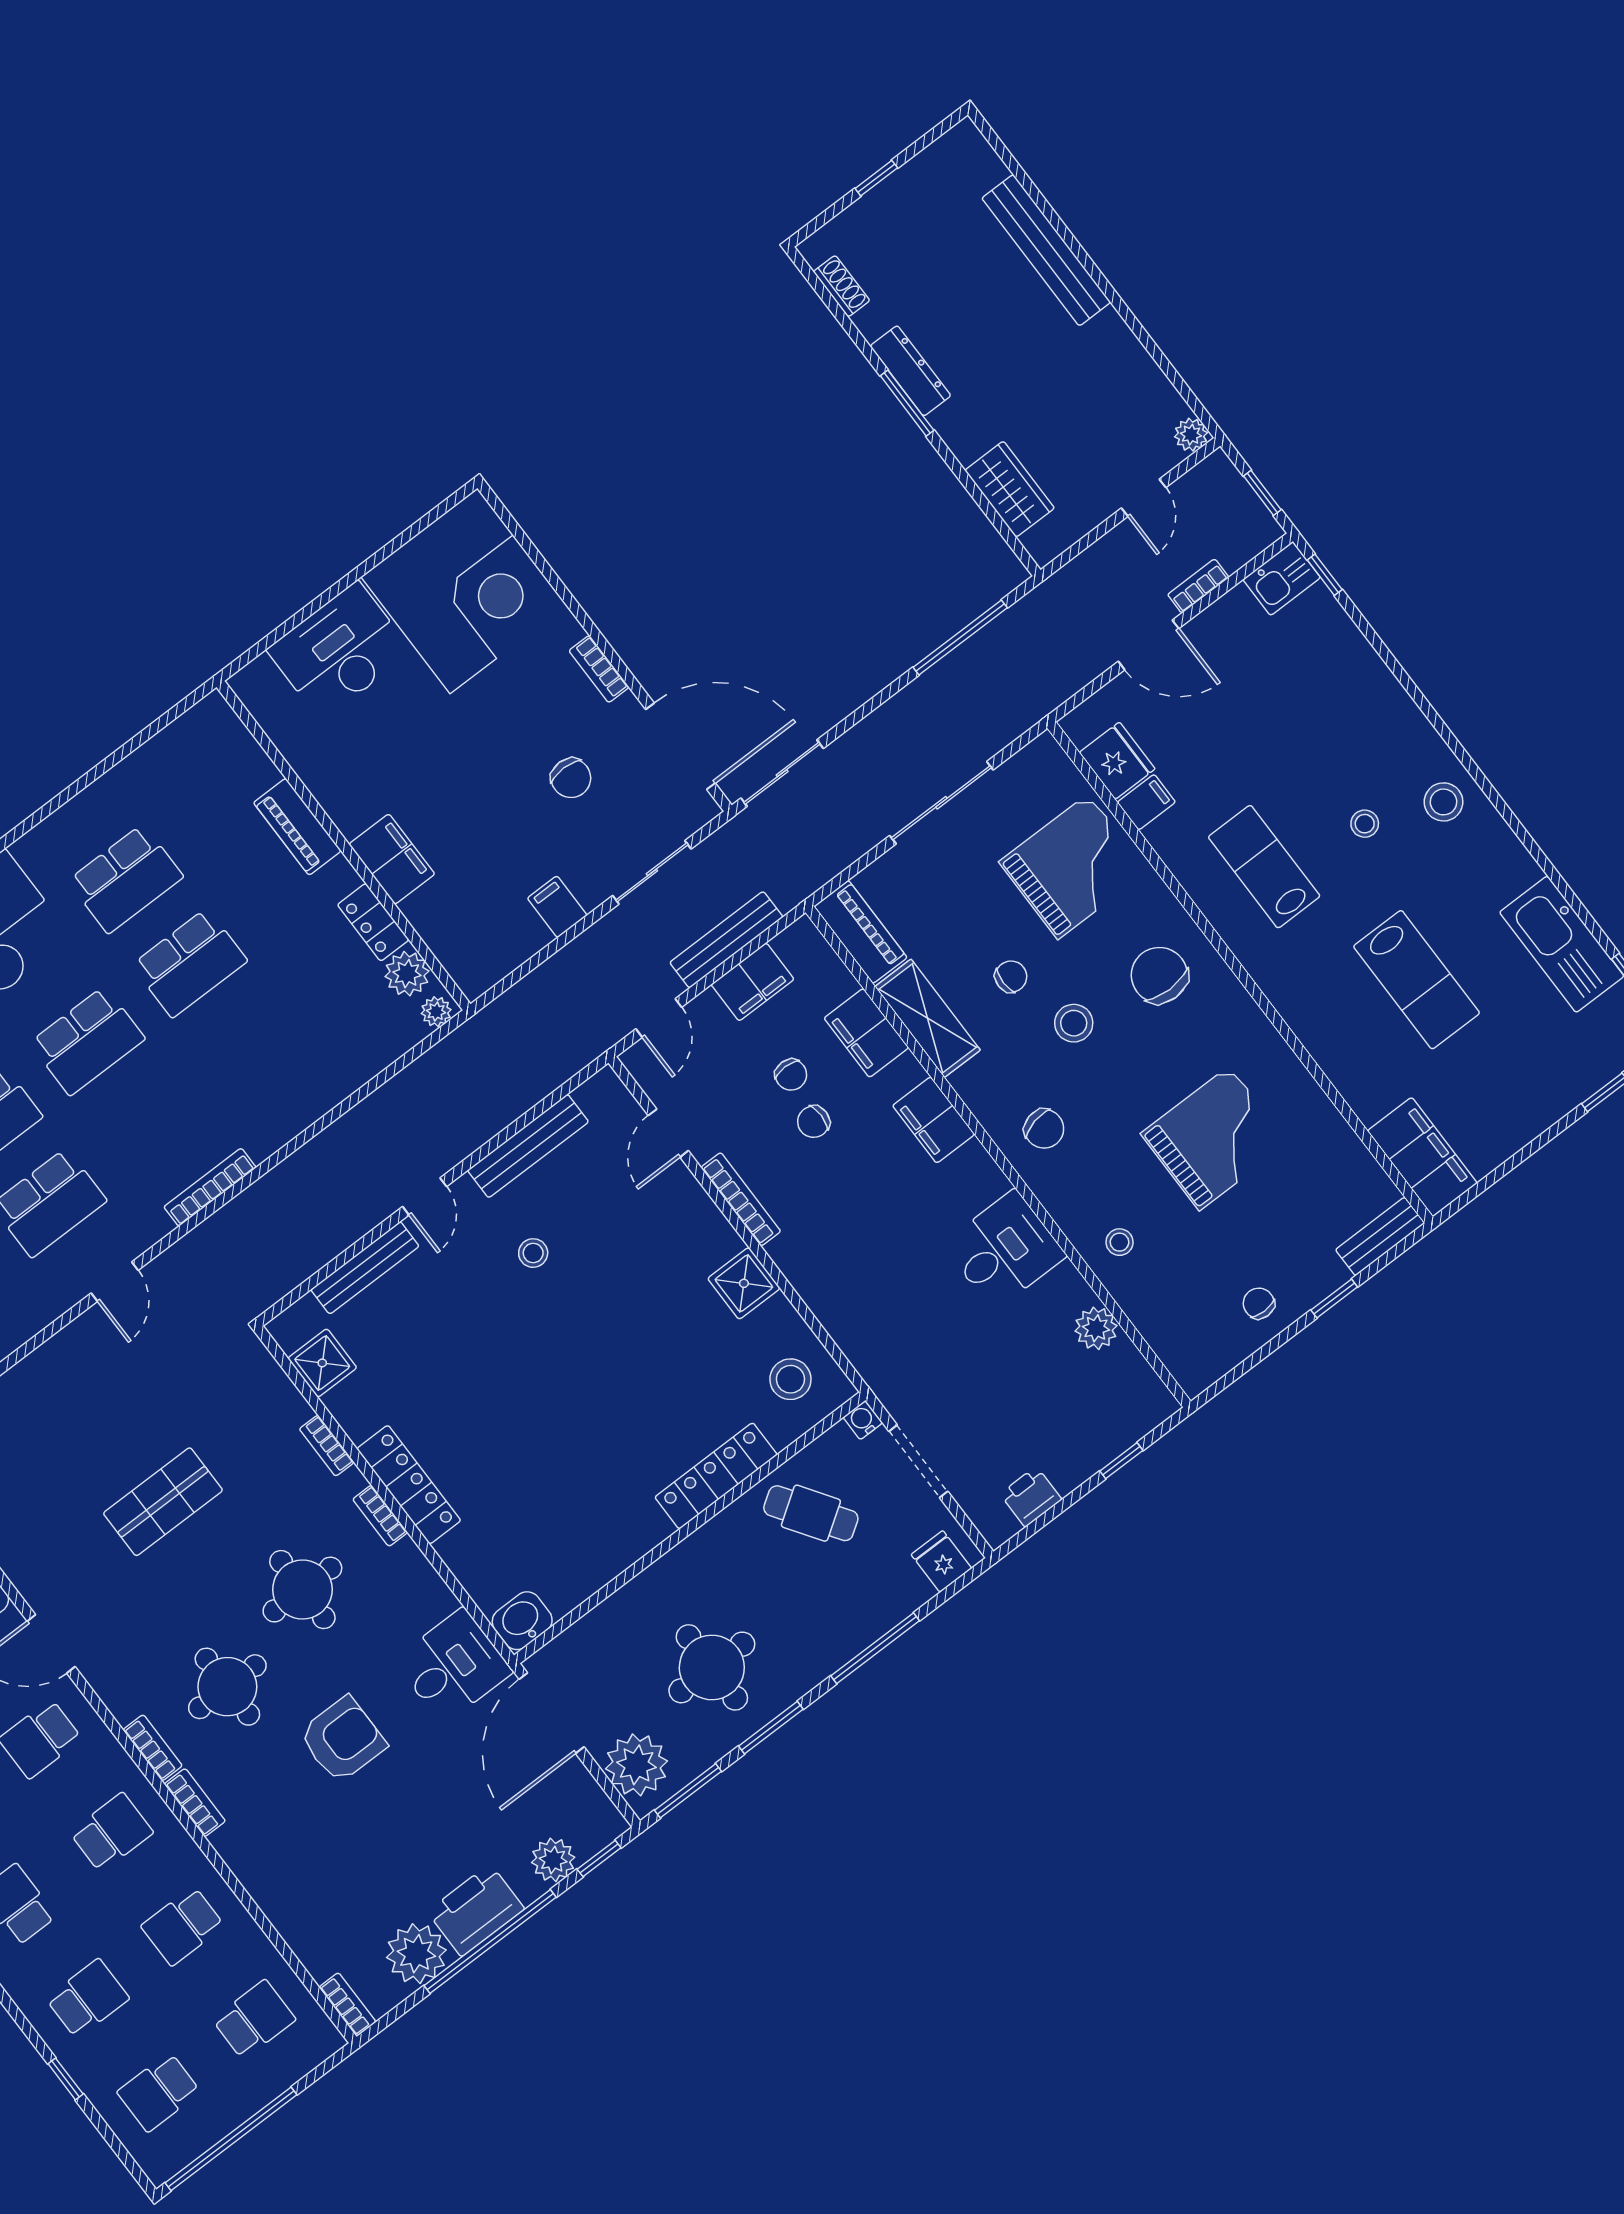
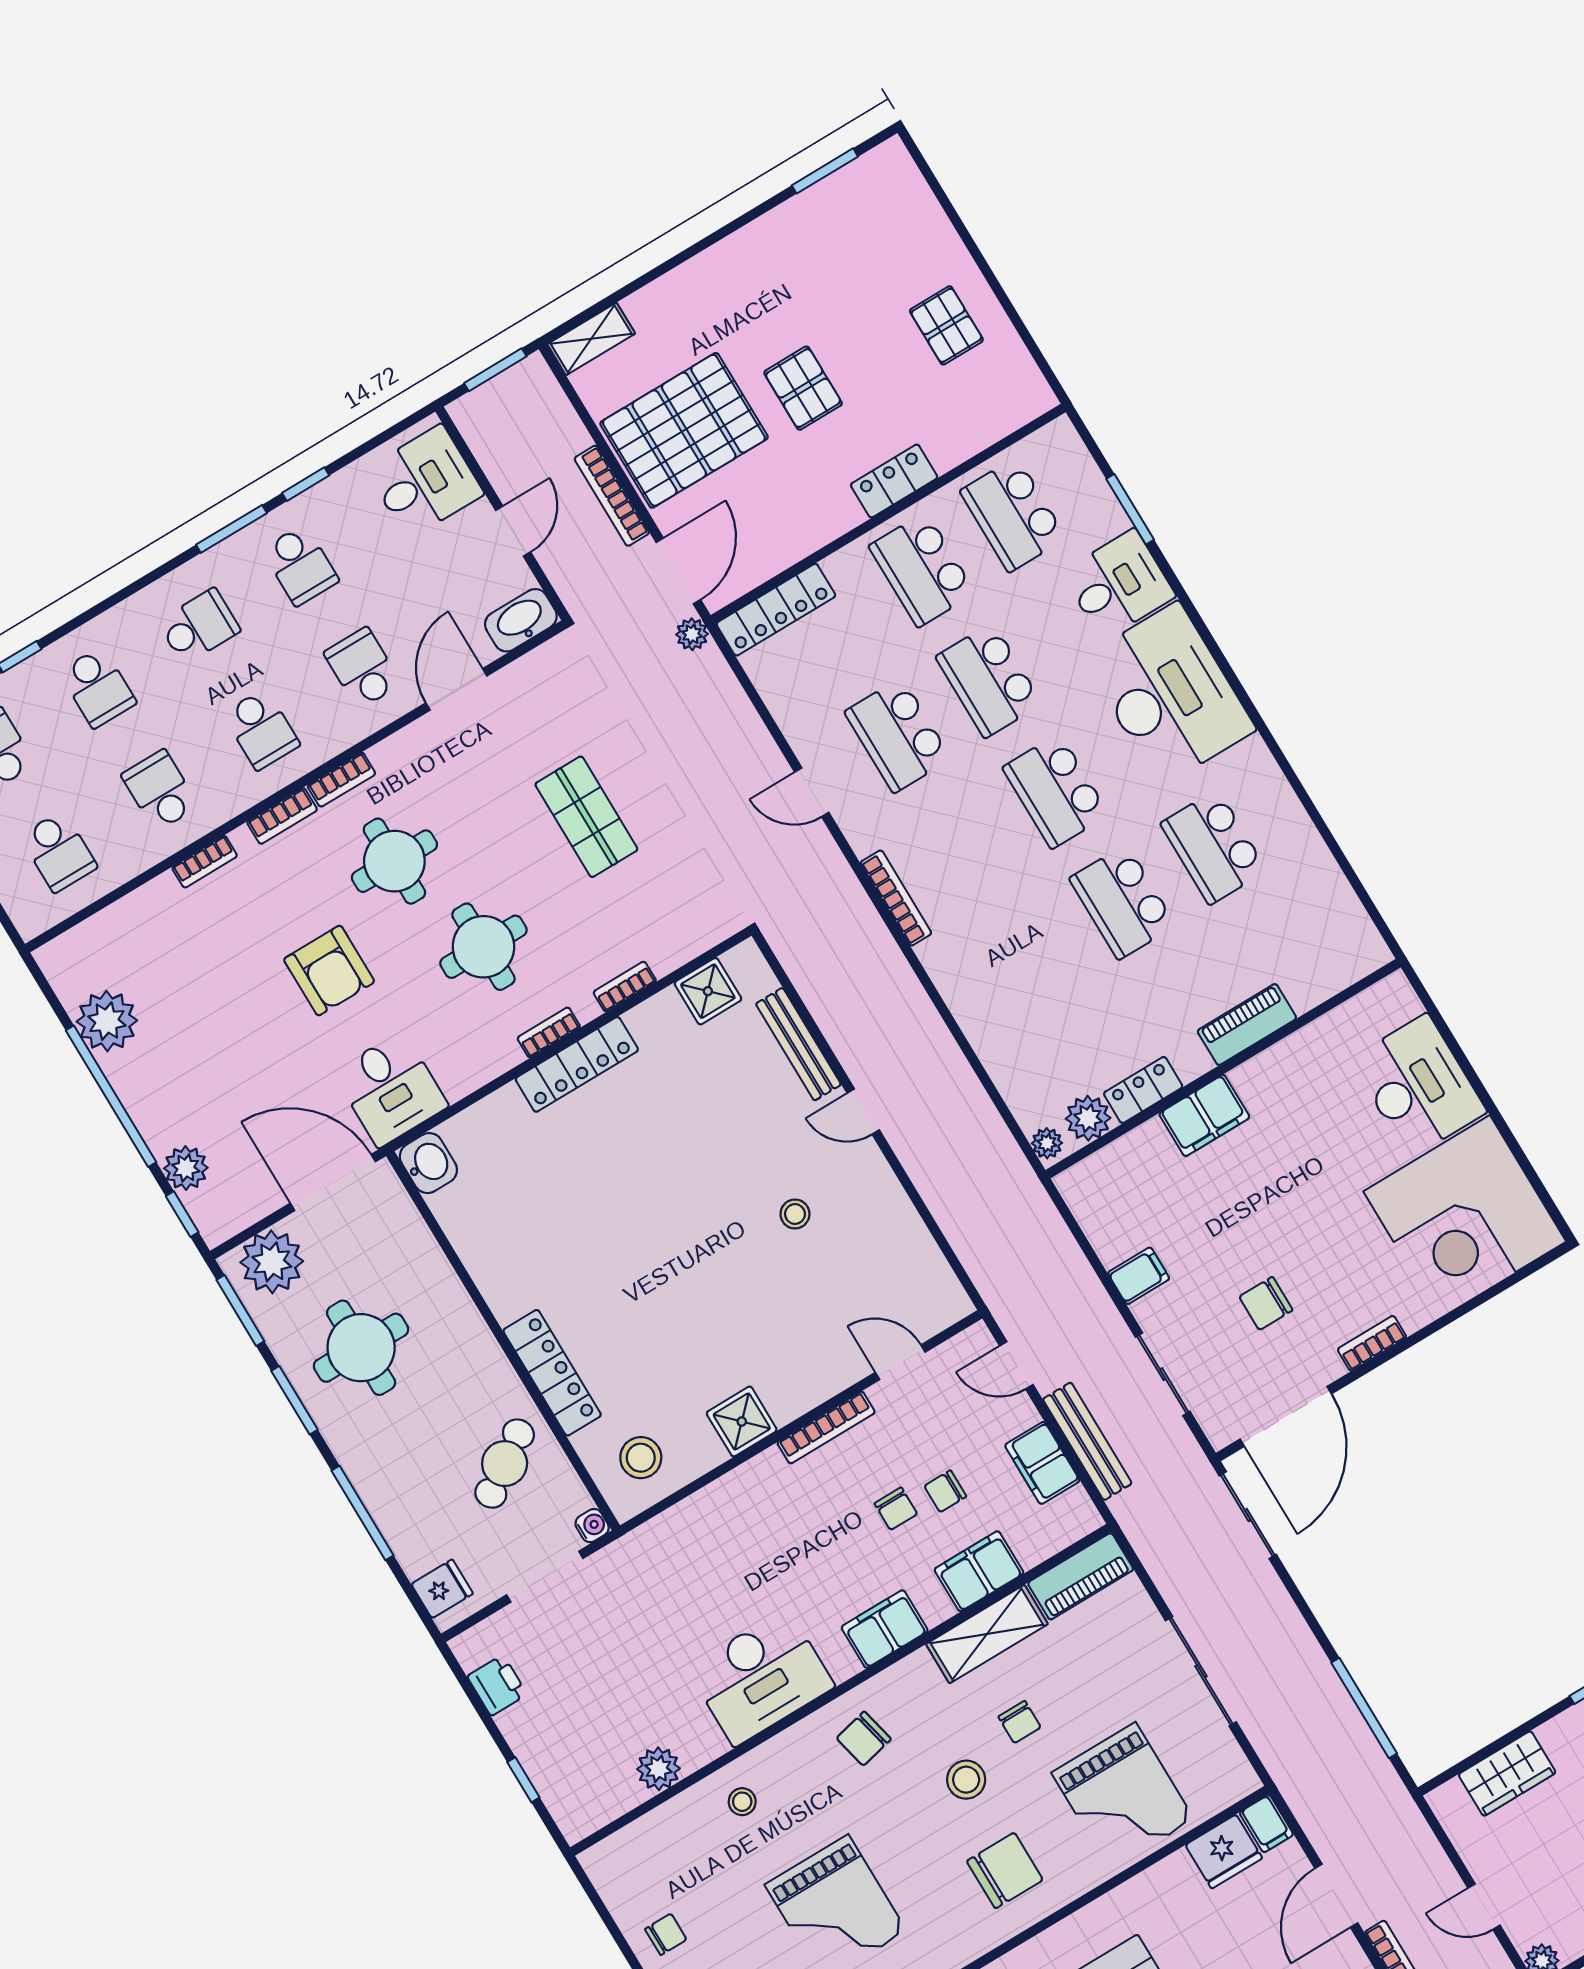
filing cabinet: (1146, 802) -> (1266, 1824), moved
chair: (814, 1122) -> (896, 1509), turned 180
bench: (528, 1146) -> (903, 1220), removed
desk: (1004, 1250) -> (761, 1677), width x1.37
printer: (476, 1910) -> (144, 1085), removed
bookcase: (347, 2004) -> (205, 862), moved

